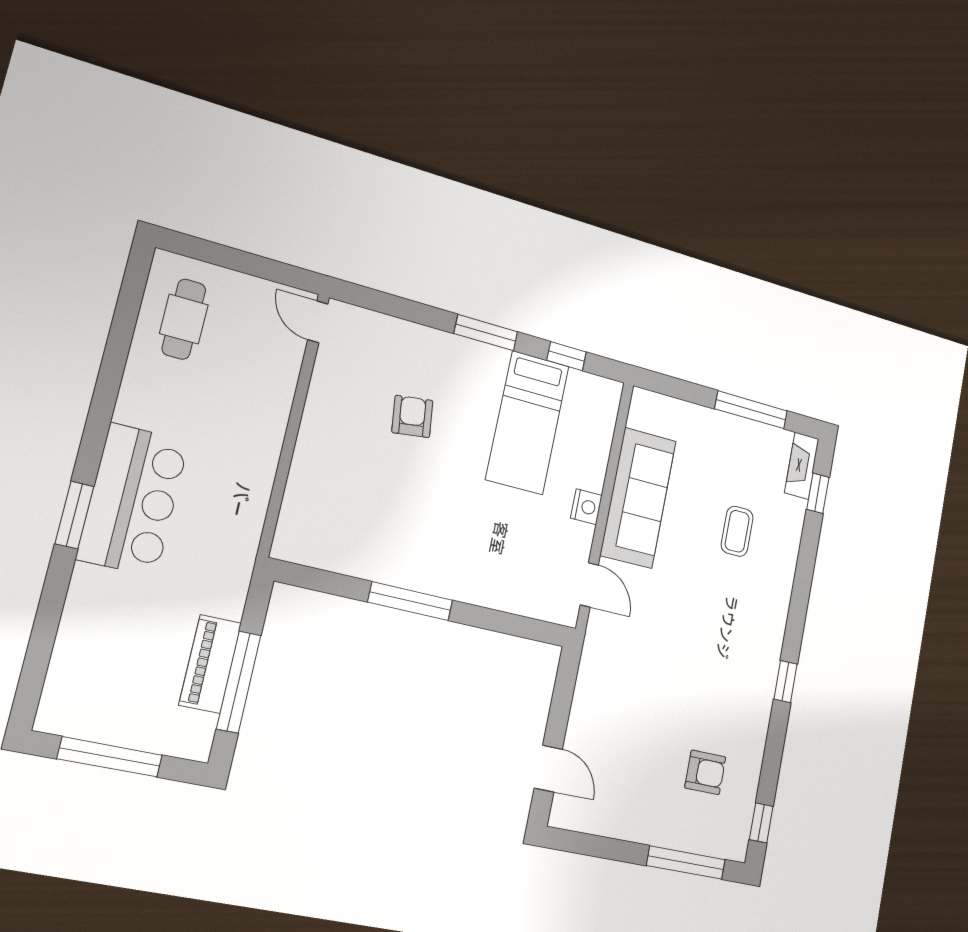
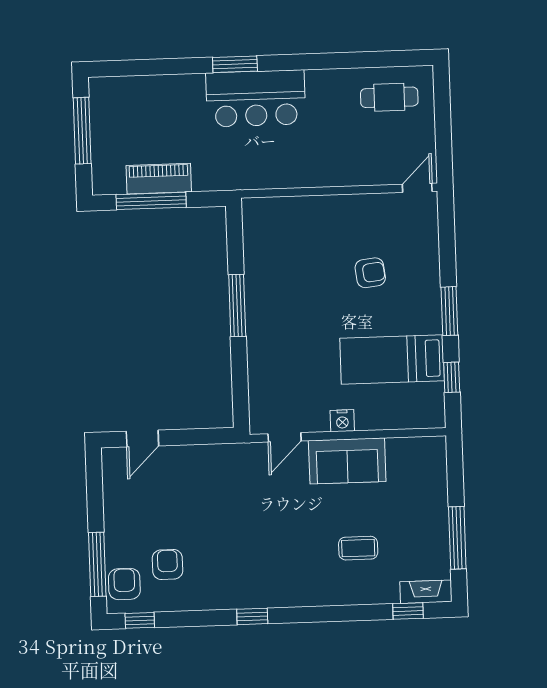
sofa: (638, 498) -> (347, 461), width x0.73
armchair: (705, 772) -> (167, 565), turned 180
armchair: (716, 833) -> (124, 584), added

